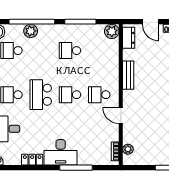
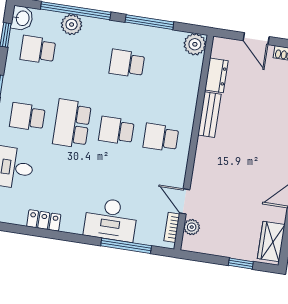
dresser: (129, 38) -> (216, 75), moved
door: (121, 115) -> (185, 201), moved
desk: (61, 152) -> (111, 219), moved
window: (76, 168) -> (126, 246), moved

